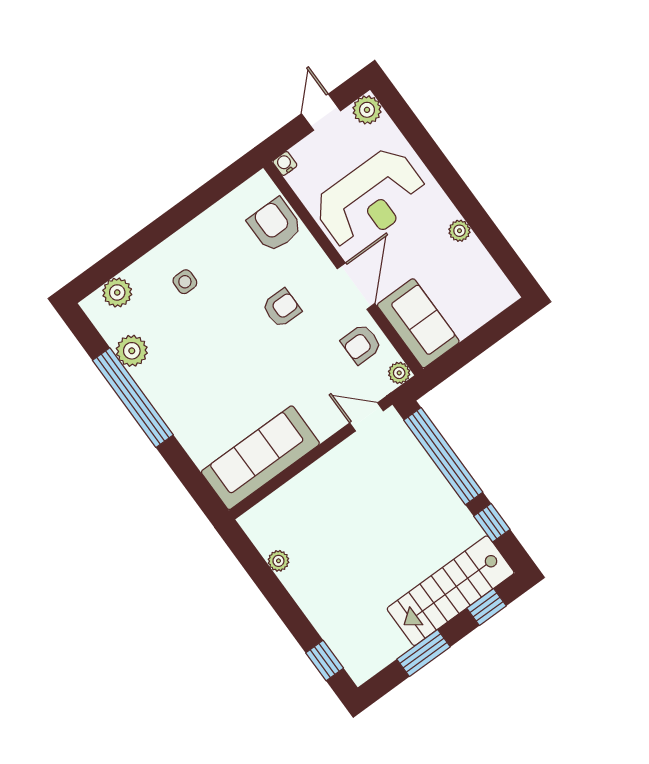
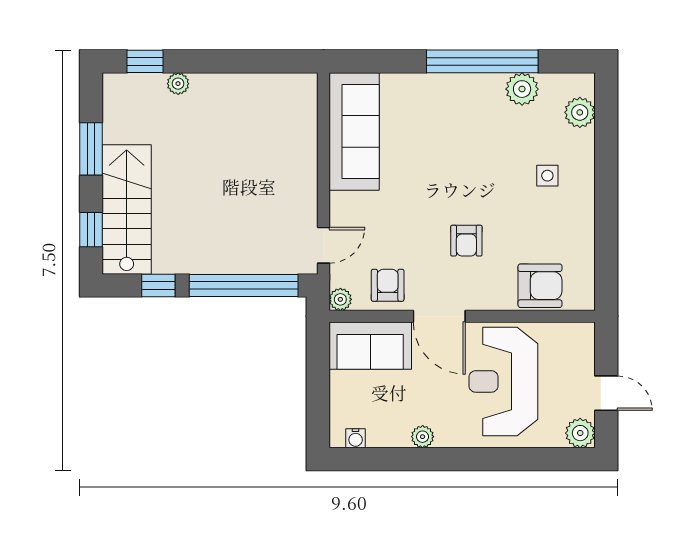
water cooler: (285, 163) -> (356, 438), moved, turned 90
plant: (278, 561) -> (178, 84), moved

